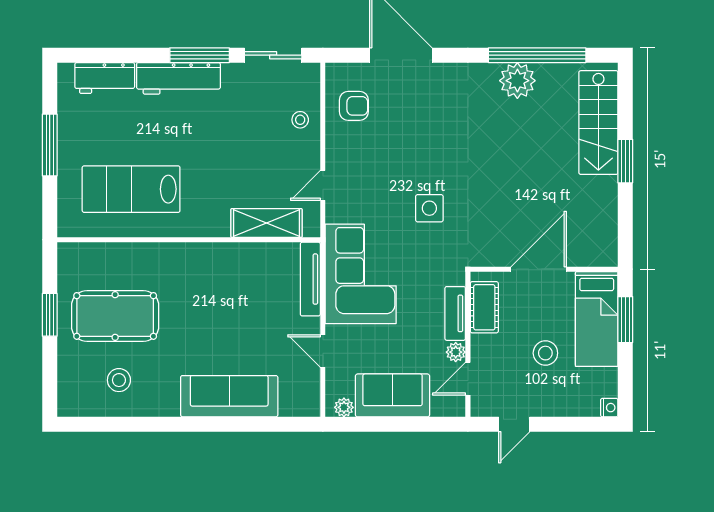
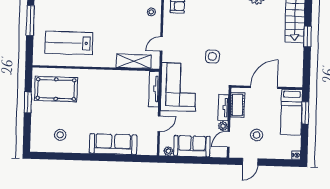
pool table: (115, 316) -> (56, 89), moved
door: (323, 351) -> (159, 124), swing flipped
stool: (545, 353) -> (257, 135), moved

